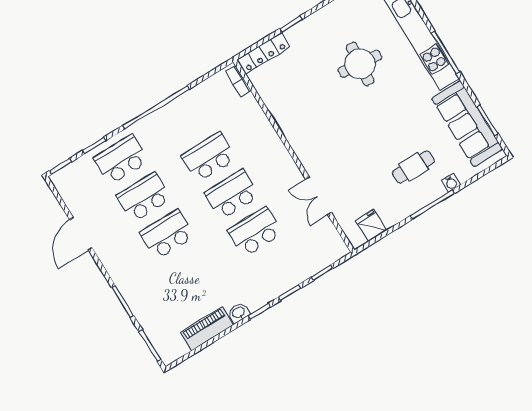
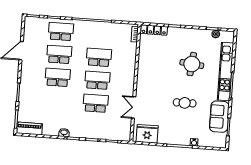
sofa: (467, 124) -> (219, 117), width x0.73
cafe table: (413, 167) -> (185, 103), moved
fridge: (371, 225) -> (147, 134), width x1.88, depth x1.34
piano: (207, 329) -> (29, 128), moved

